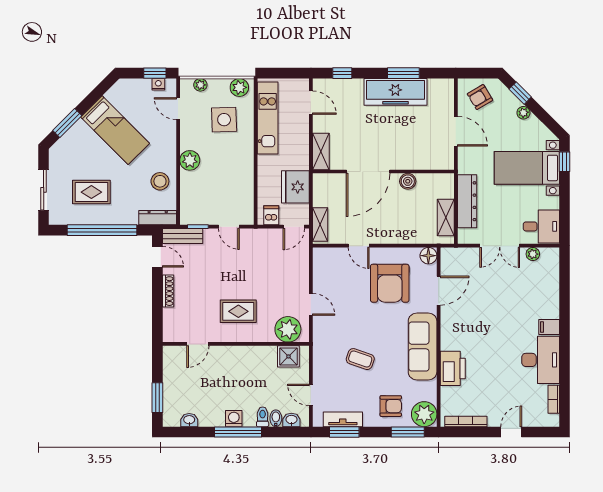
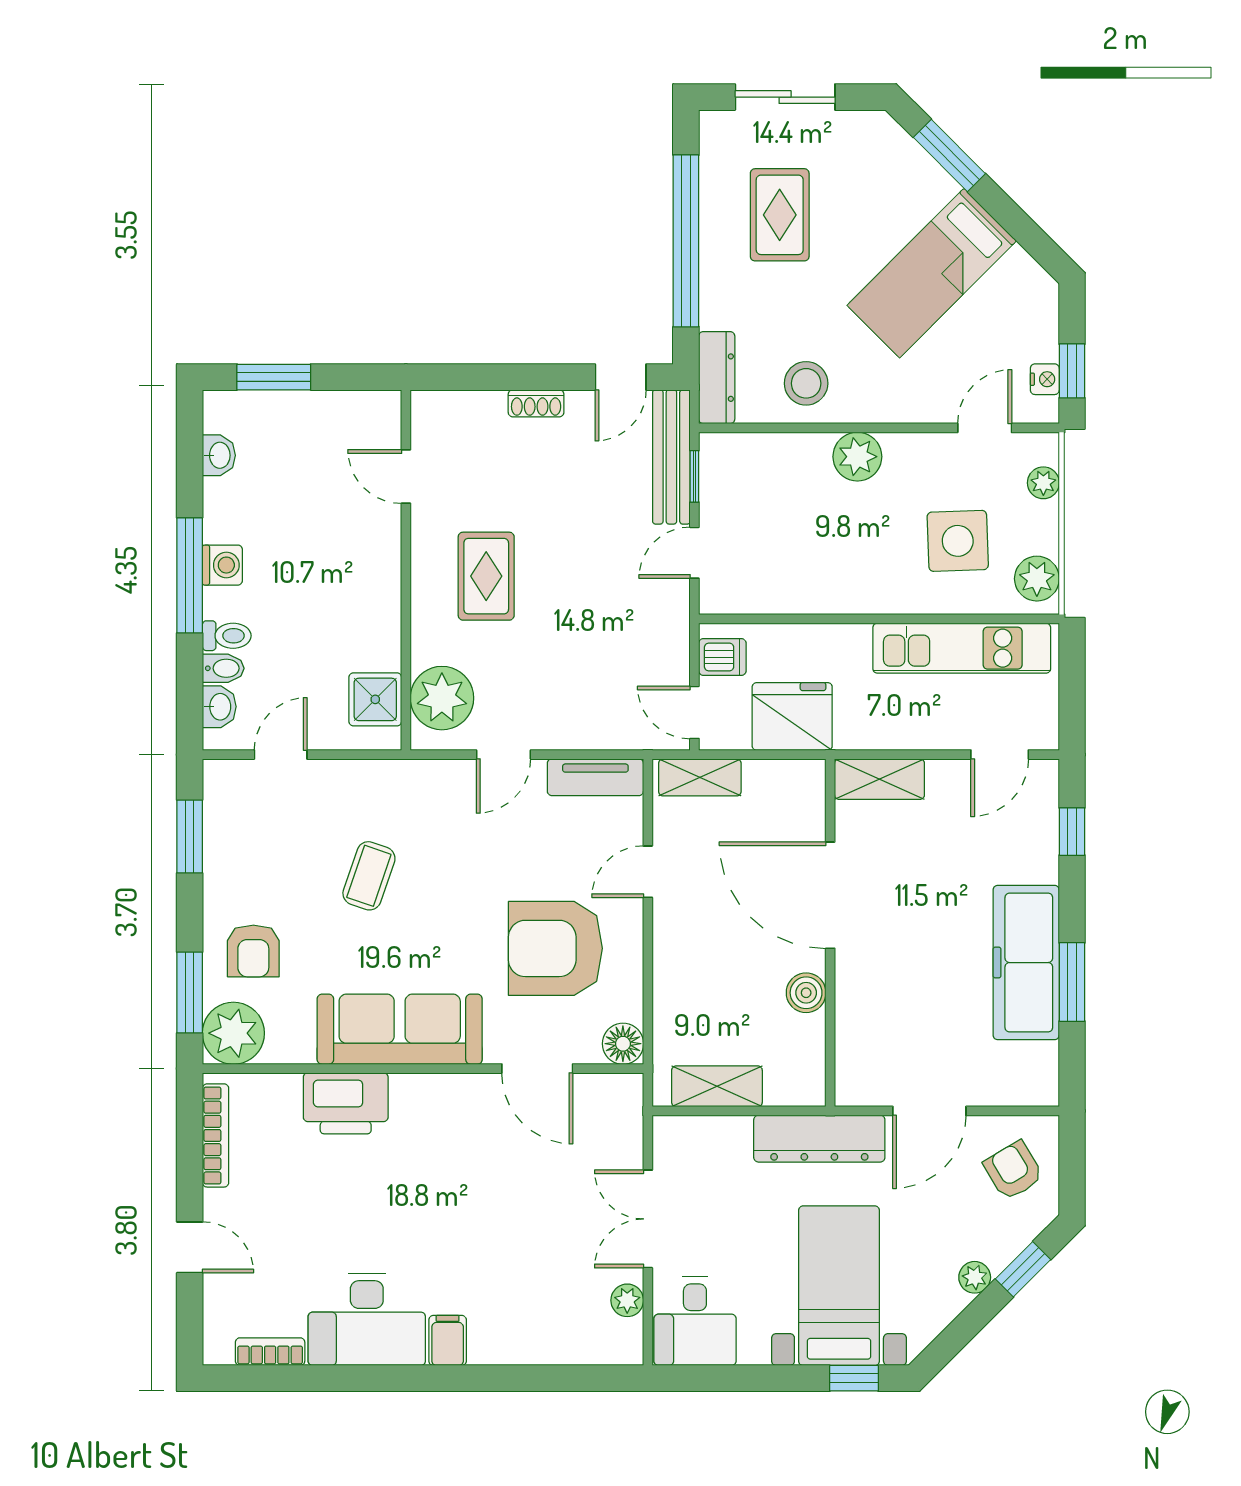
dresser: (467, 201) -> (819, 1139), moved
bench: (183, 236) -> (671, 457), width x1.36
shoe rack: (168, 291) -> (536, 403), width x0.70
tv unit: (343, 419) -> (595, 777), moved, turned 90

